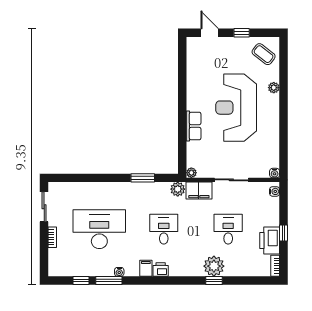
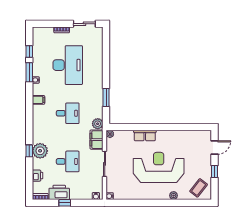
printer: (161, 270) -> (38, 176), moved

